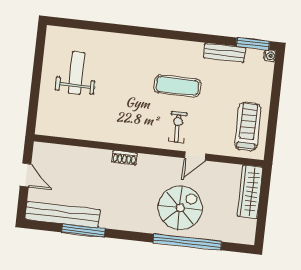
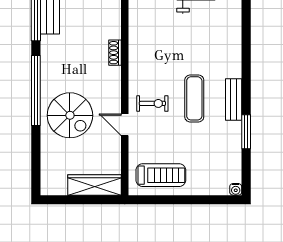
window: (253, 44) -> (246, 132), moved
bench: (224, 53) -> (234, 99), moved
window: (187, 242) -> (36, 90), moved

